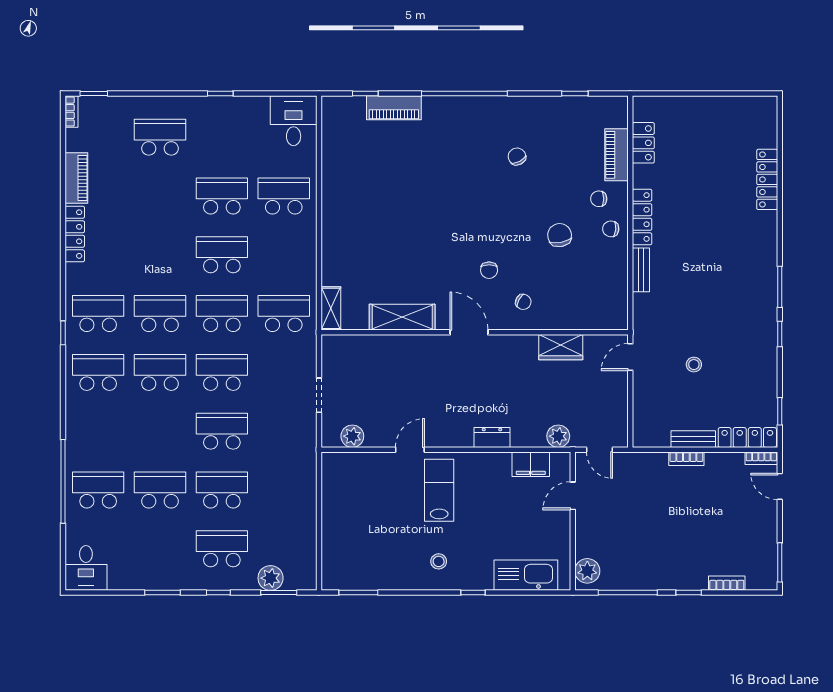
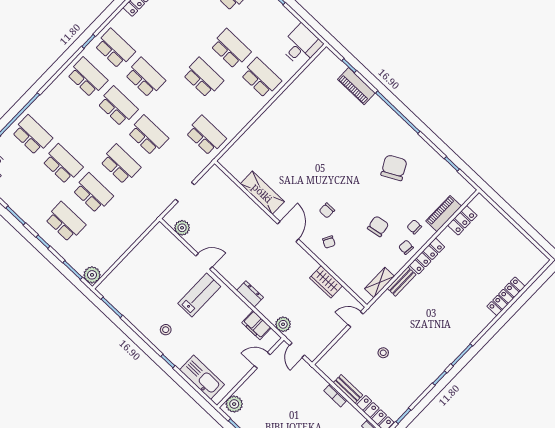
chair: (517, 156) -> (394, 168), width x1.87, depth x1.87
shelving: (331, 308) -> (379, 283), moved
school desk: (222, 314) -> (176, 106), removed
plant: (271, 578) -> (92, 275), moved

